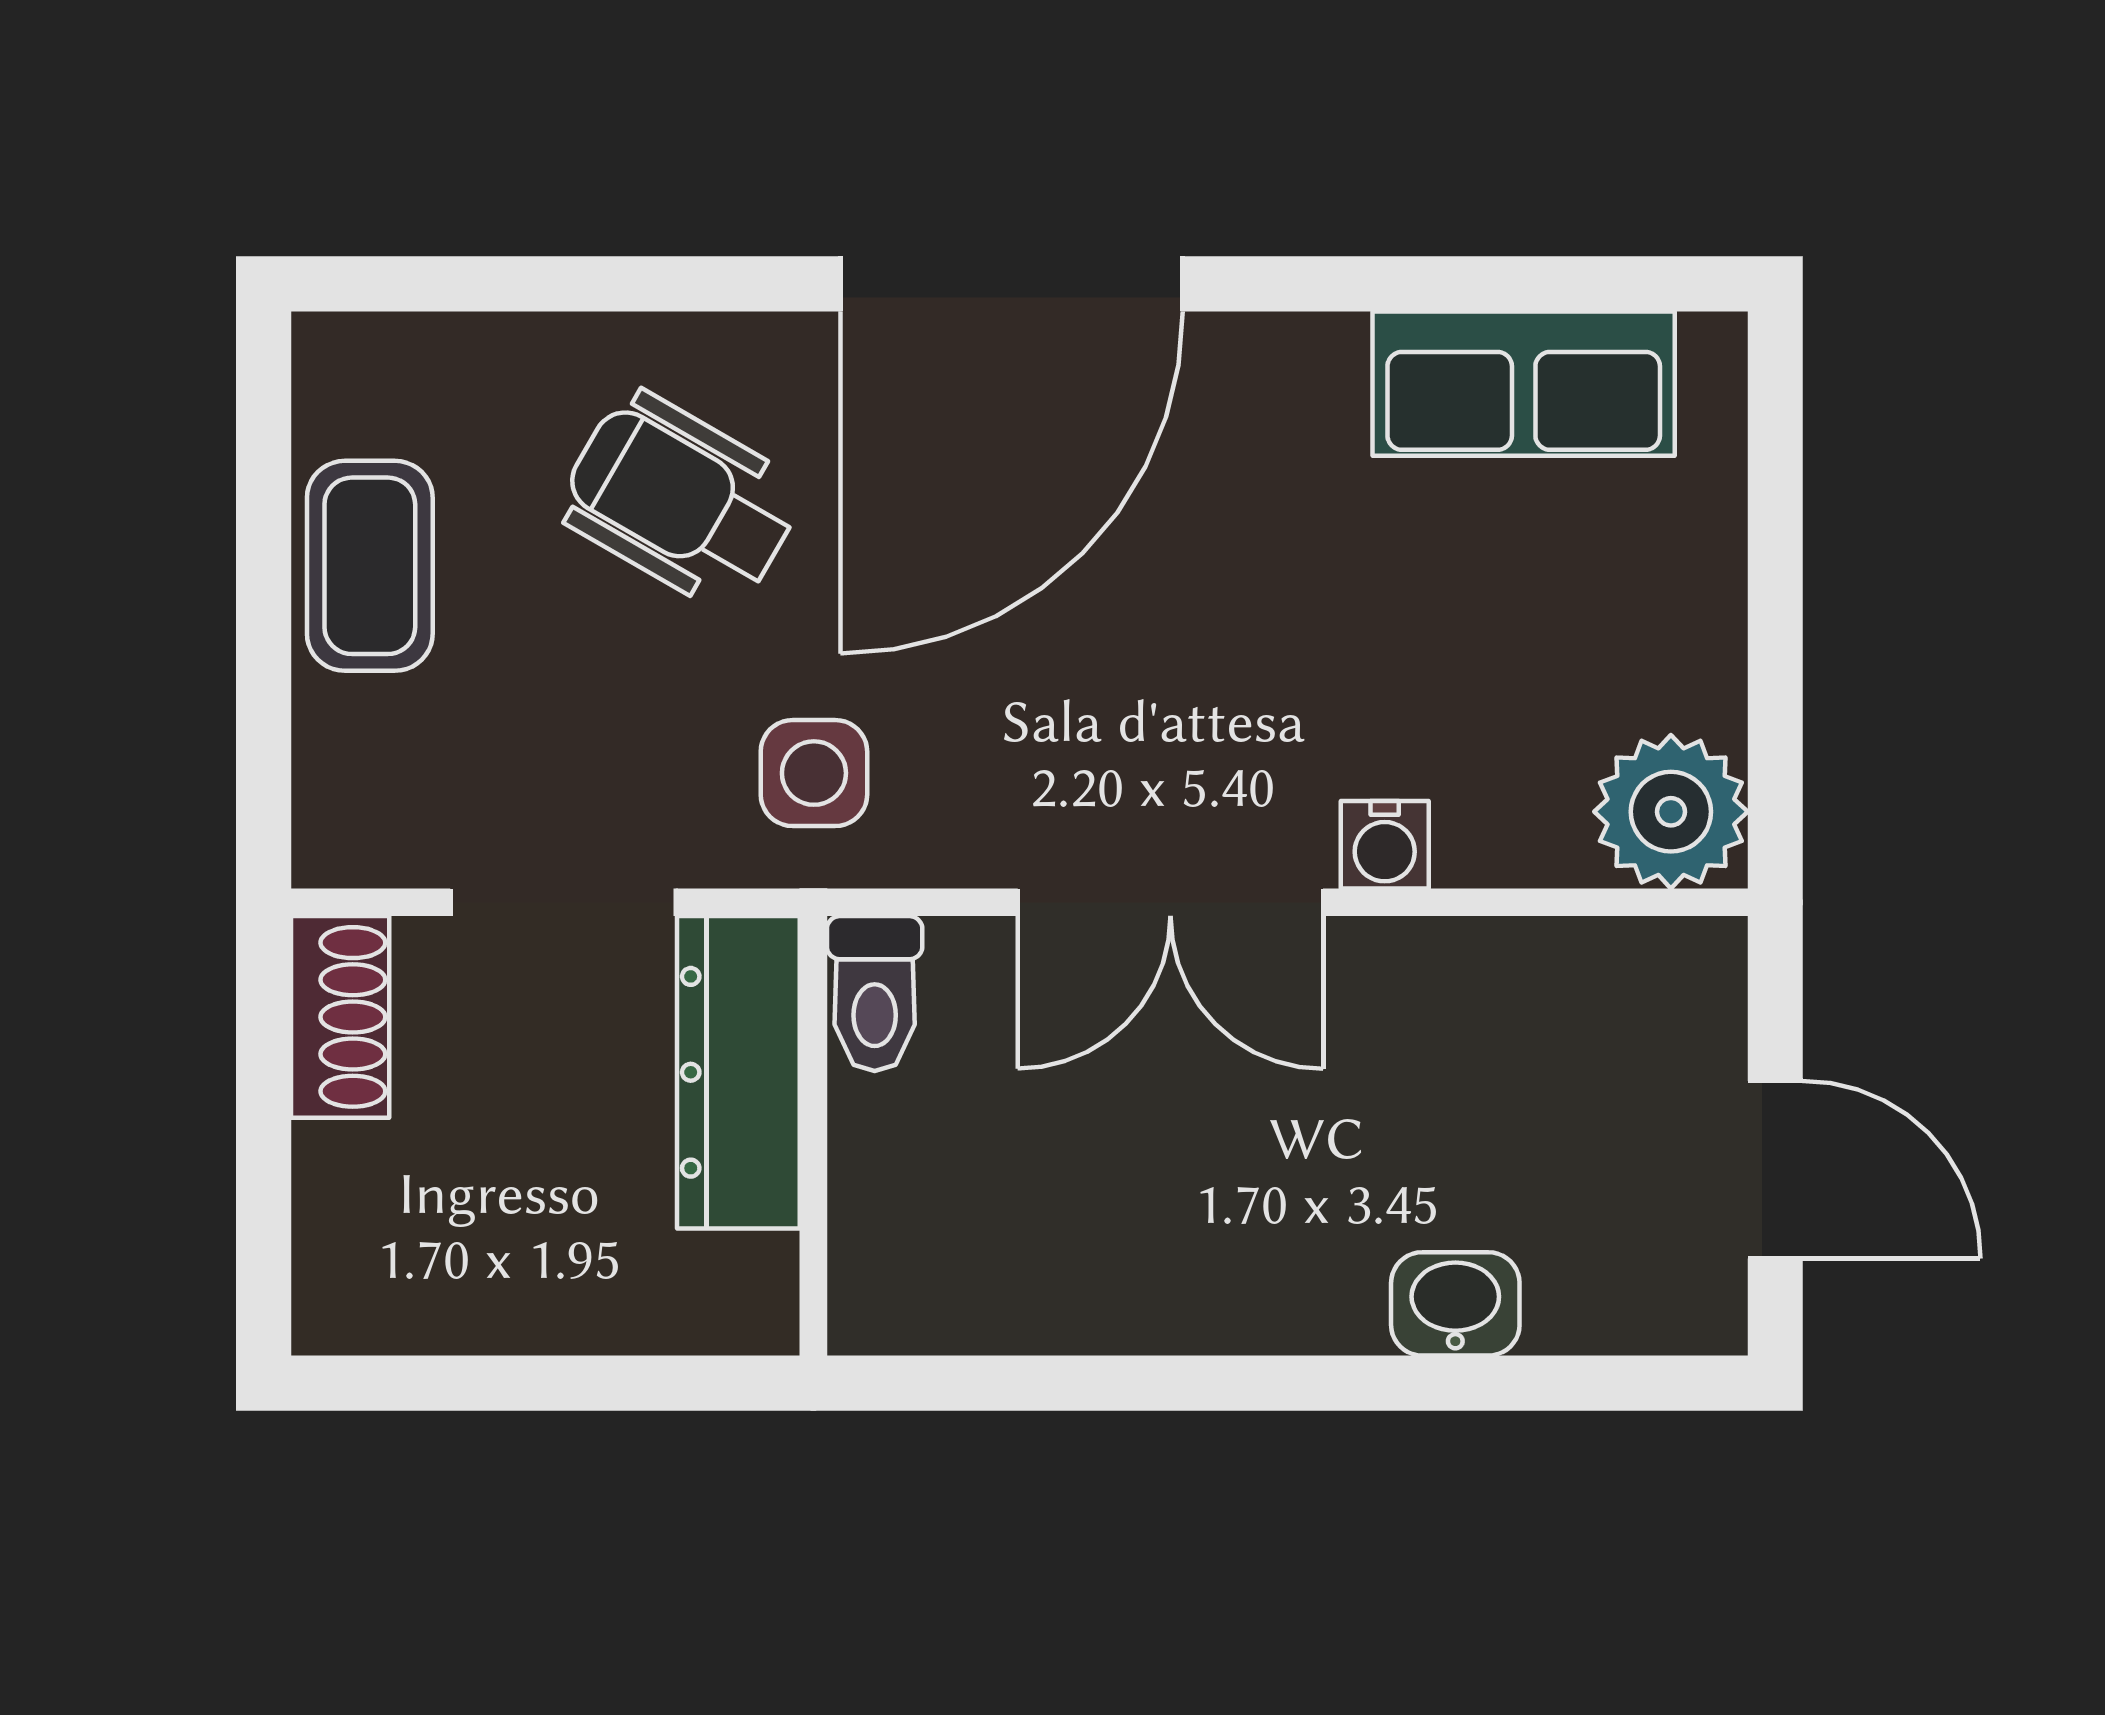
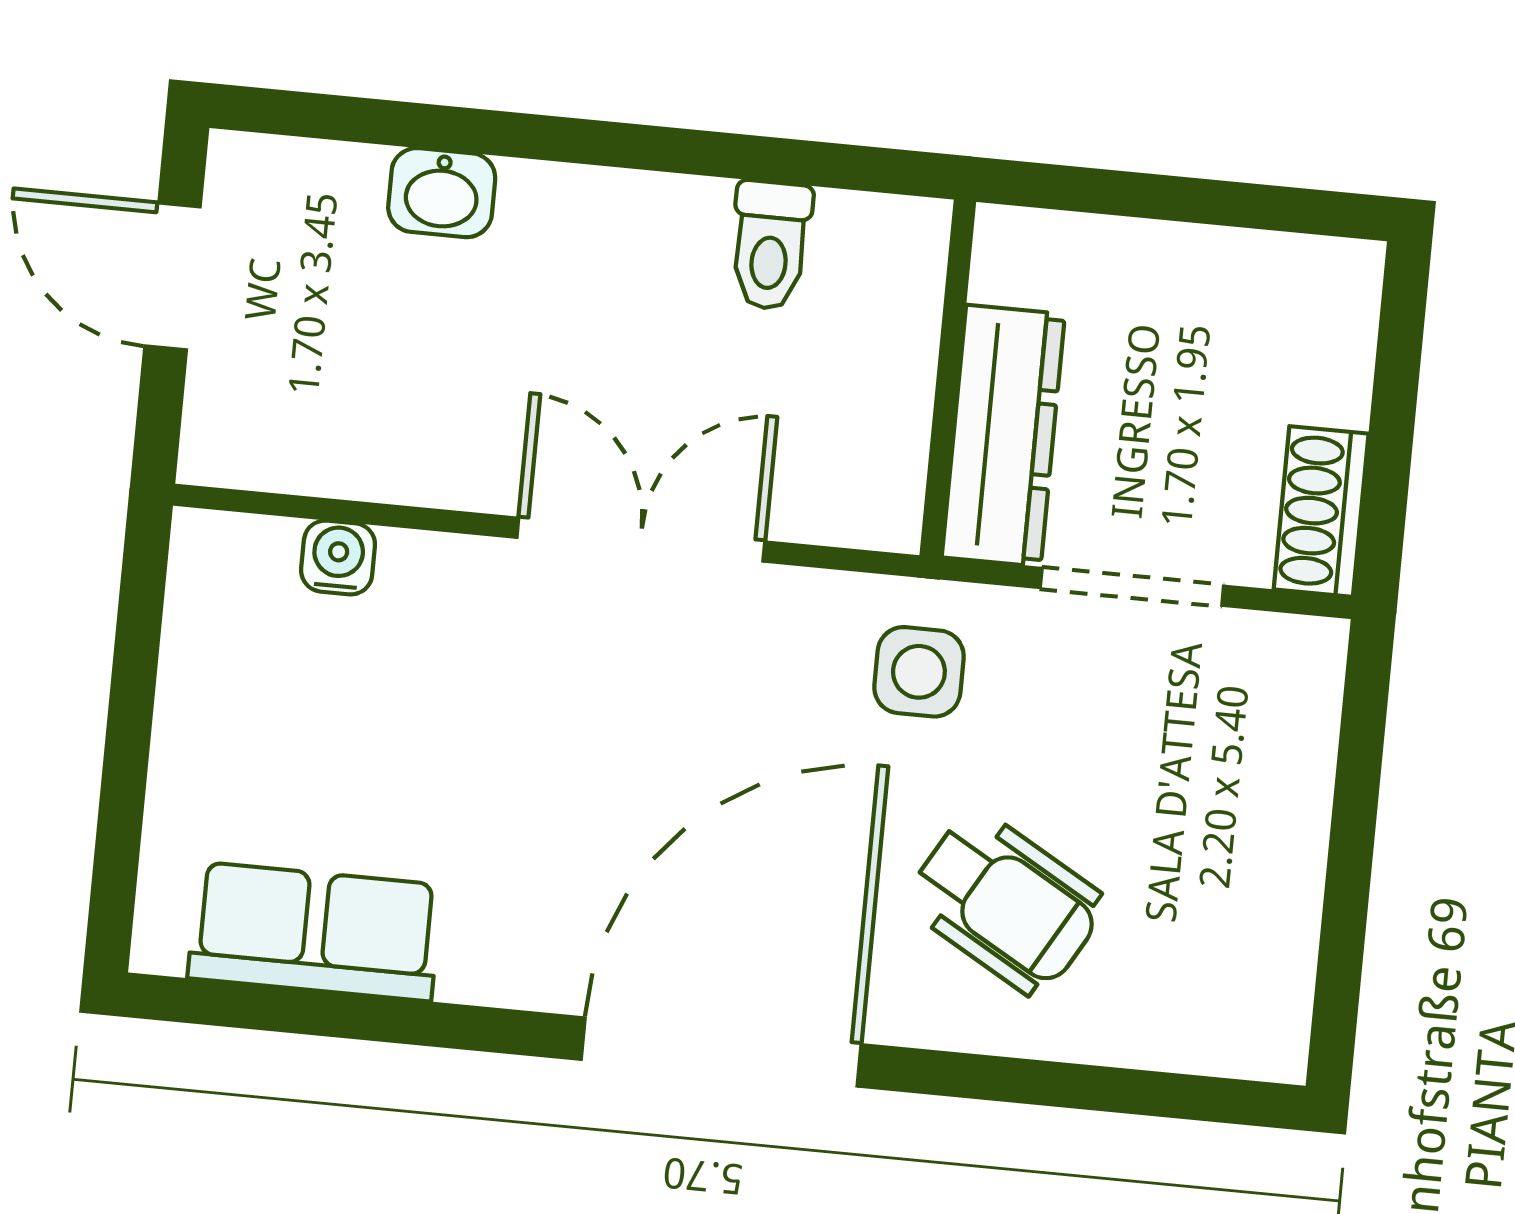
coffee table: (370, 566) -> (1262, 874), removed
plant: (1671, 812) -> (229, 574), removed
water cooler: (1385, 845) -> (338, 557), moved
toilet: (875, 993) -> (770, 245), moved, turned 180

